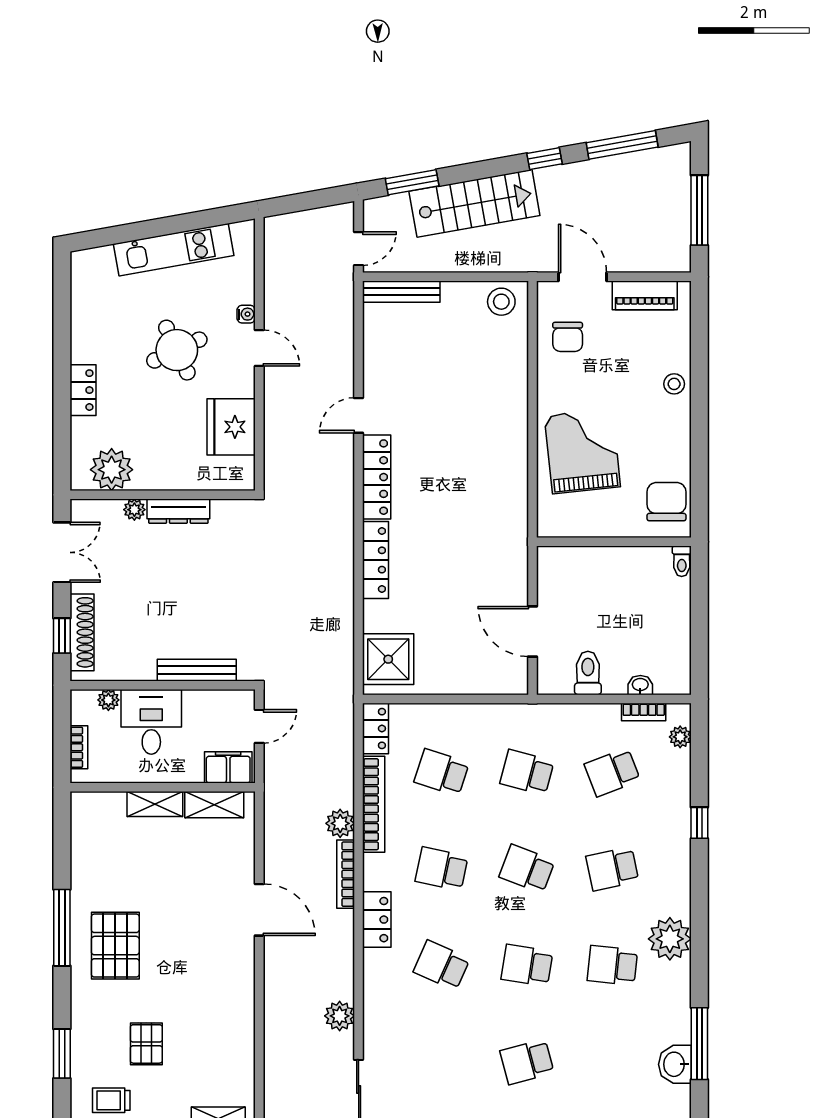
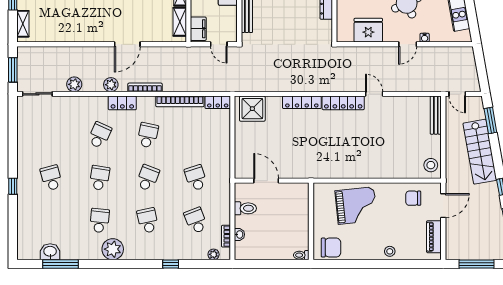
door: (532, 632) -> (266, 181), hinge flipped
school desk: (442, 772) -> (196, 135), removed
school desk: (527, 772) -> (196, 178), turned -33
plant: (340, 823) -> (111, 85), moved

